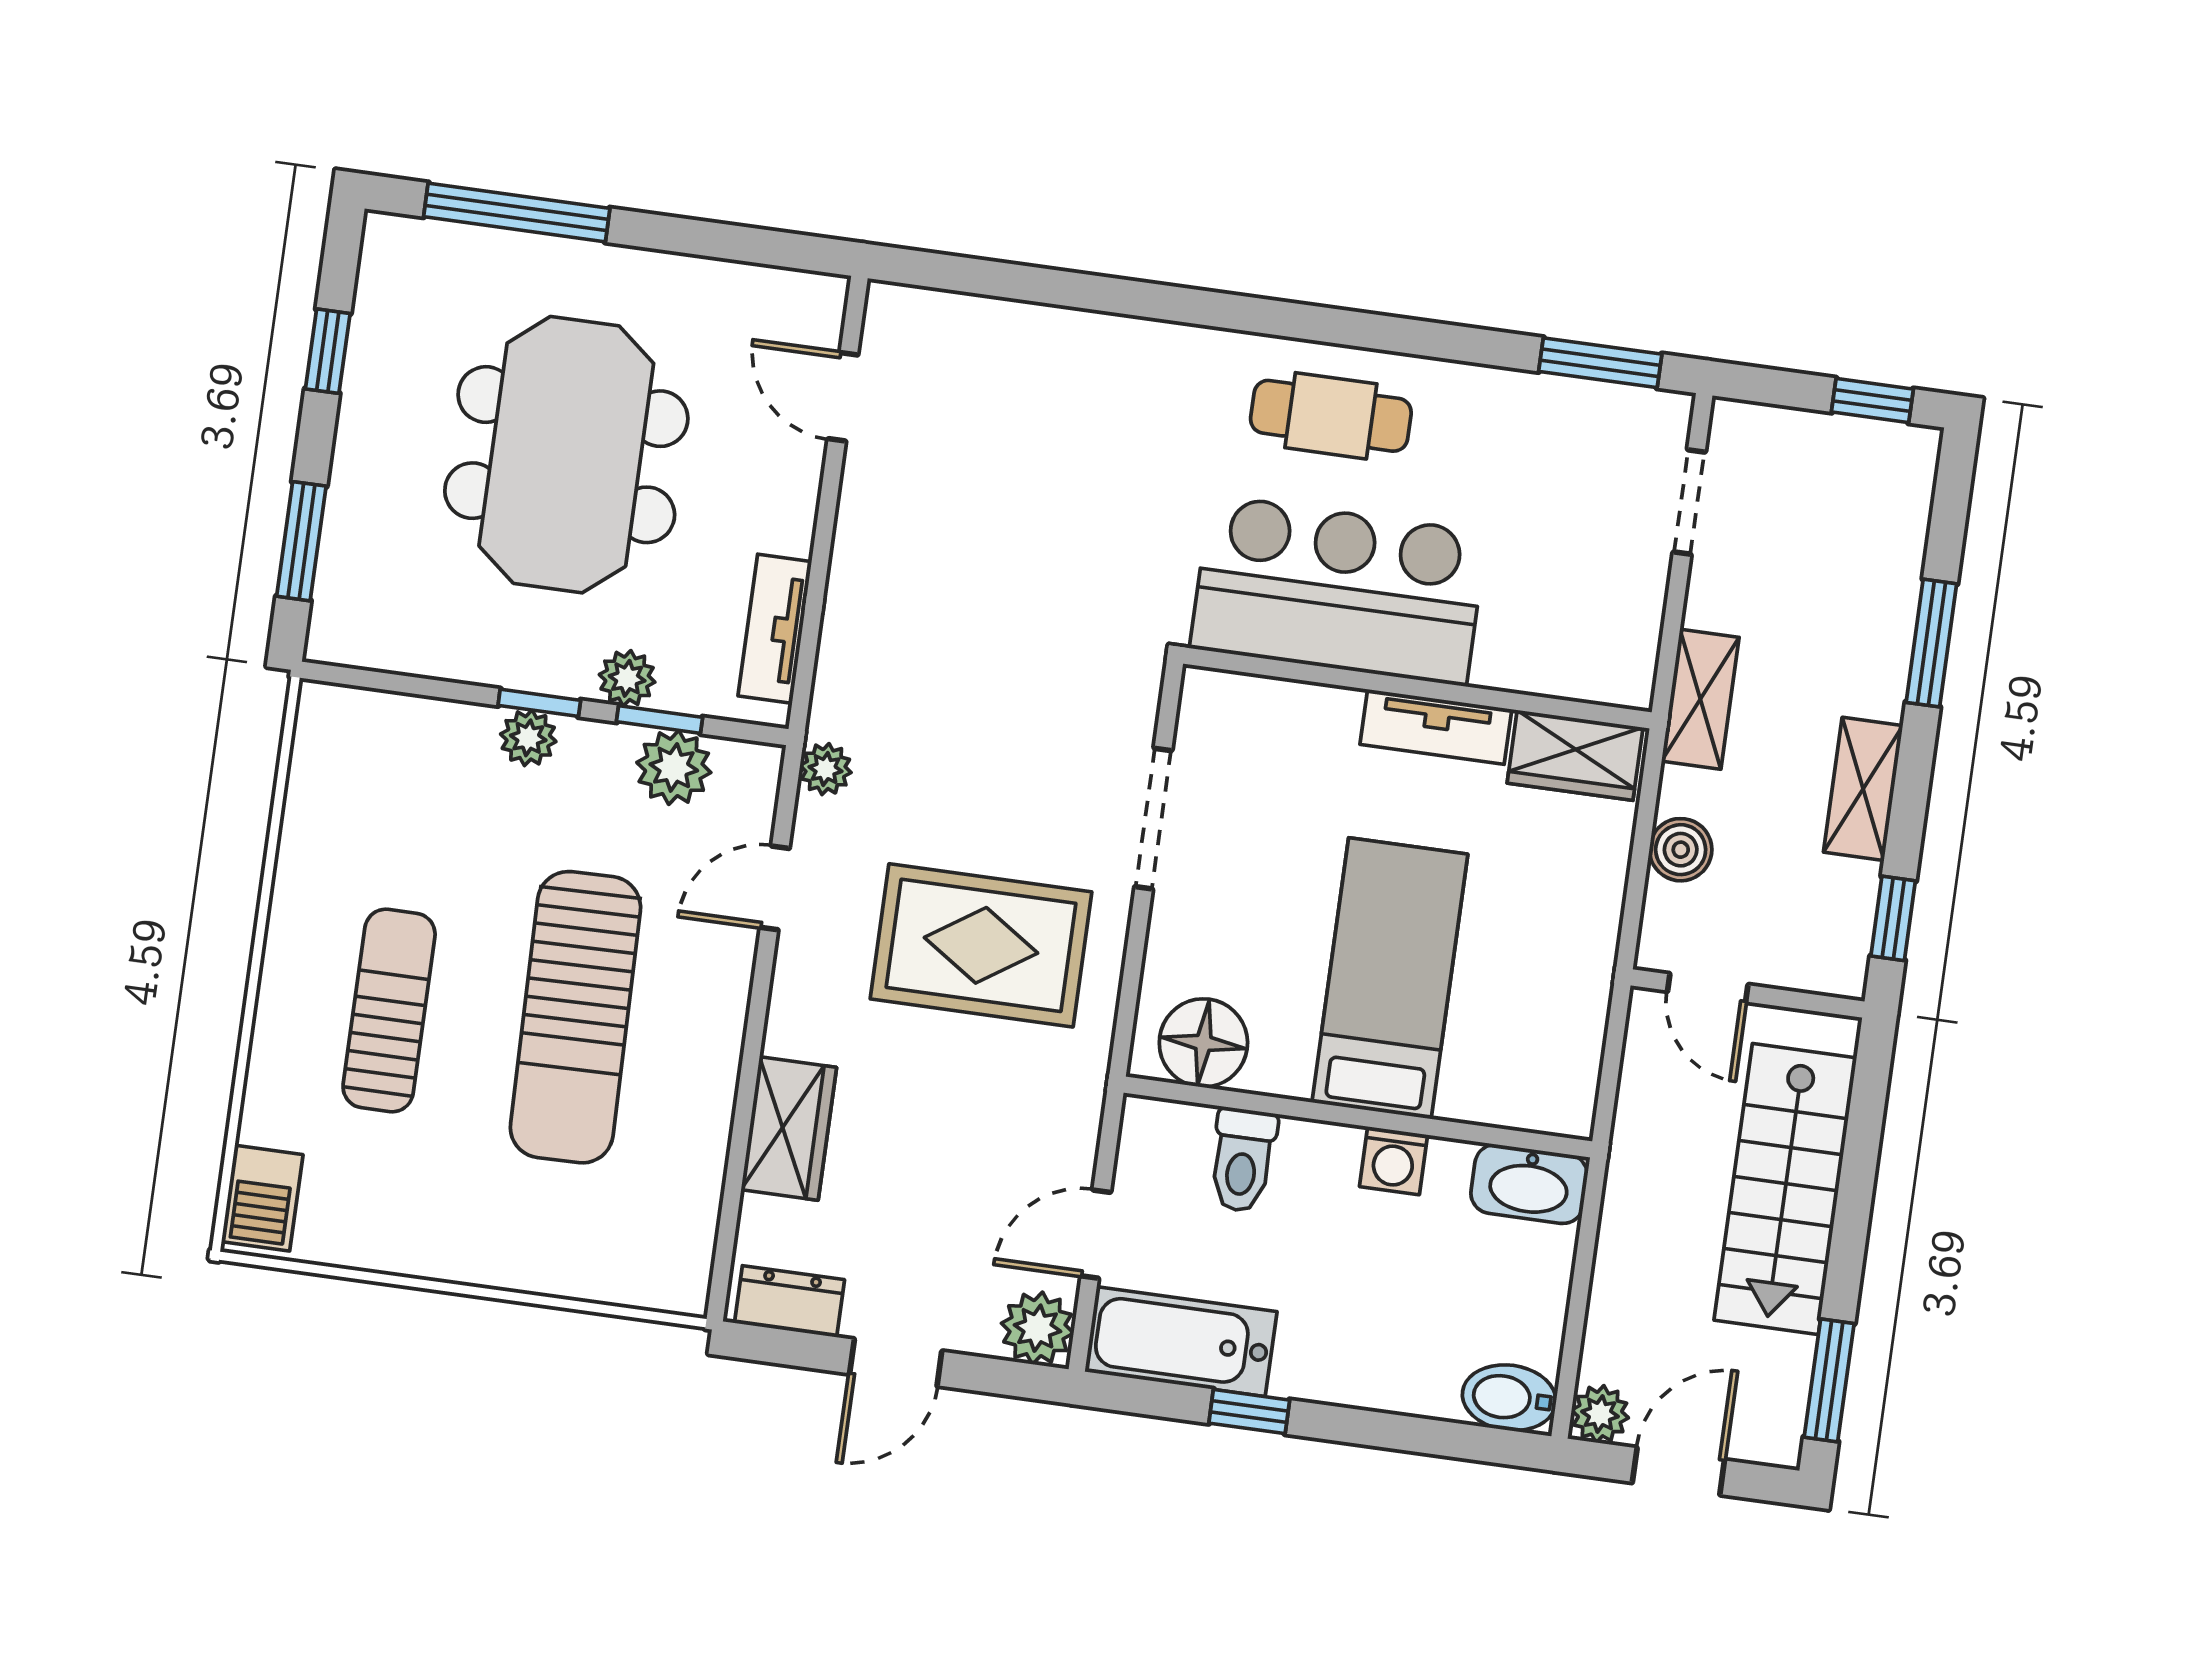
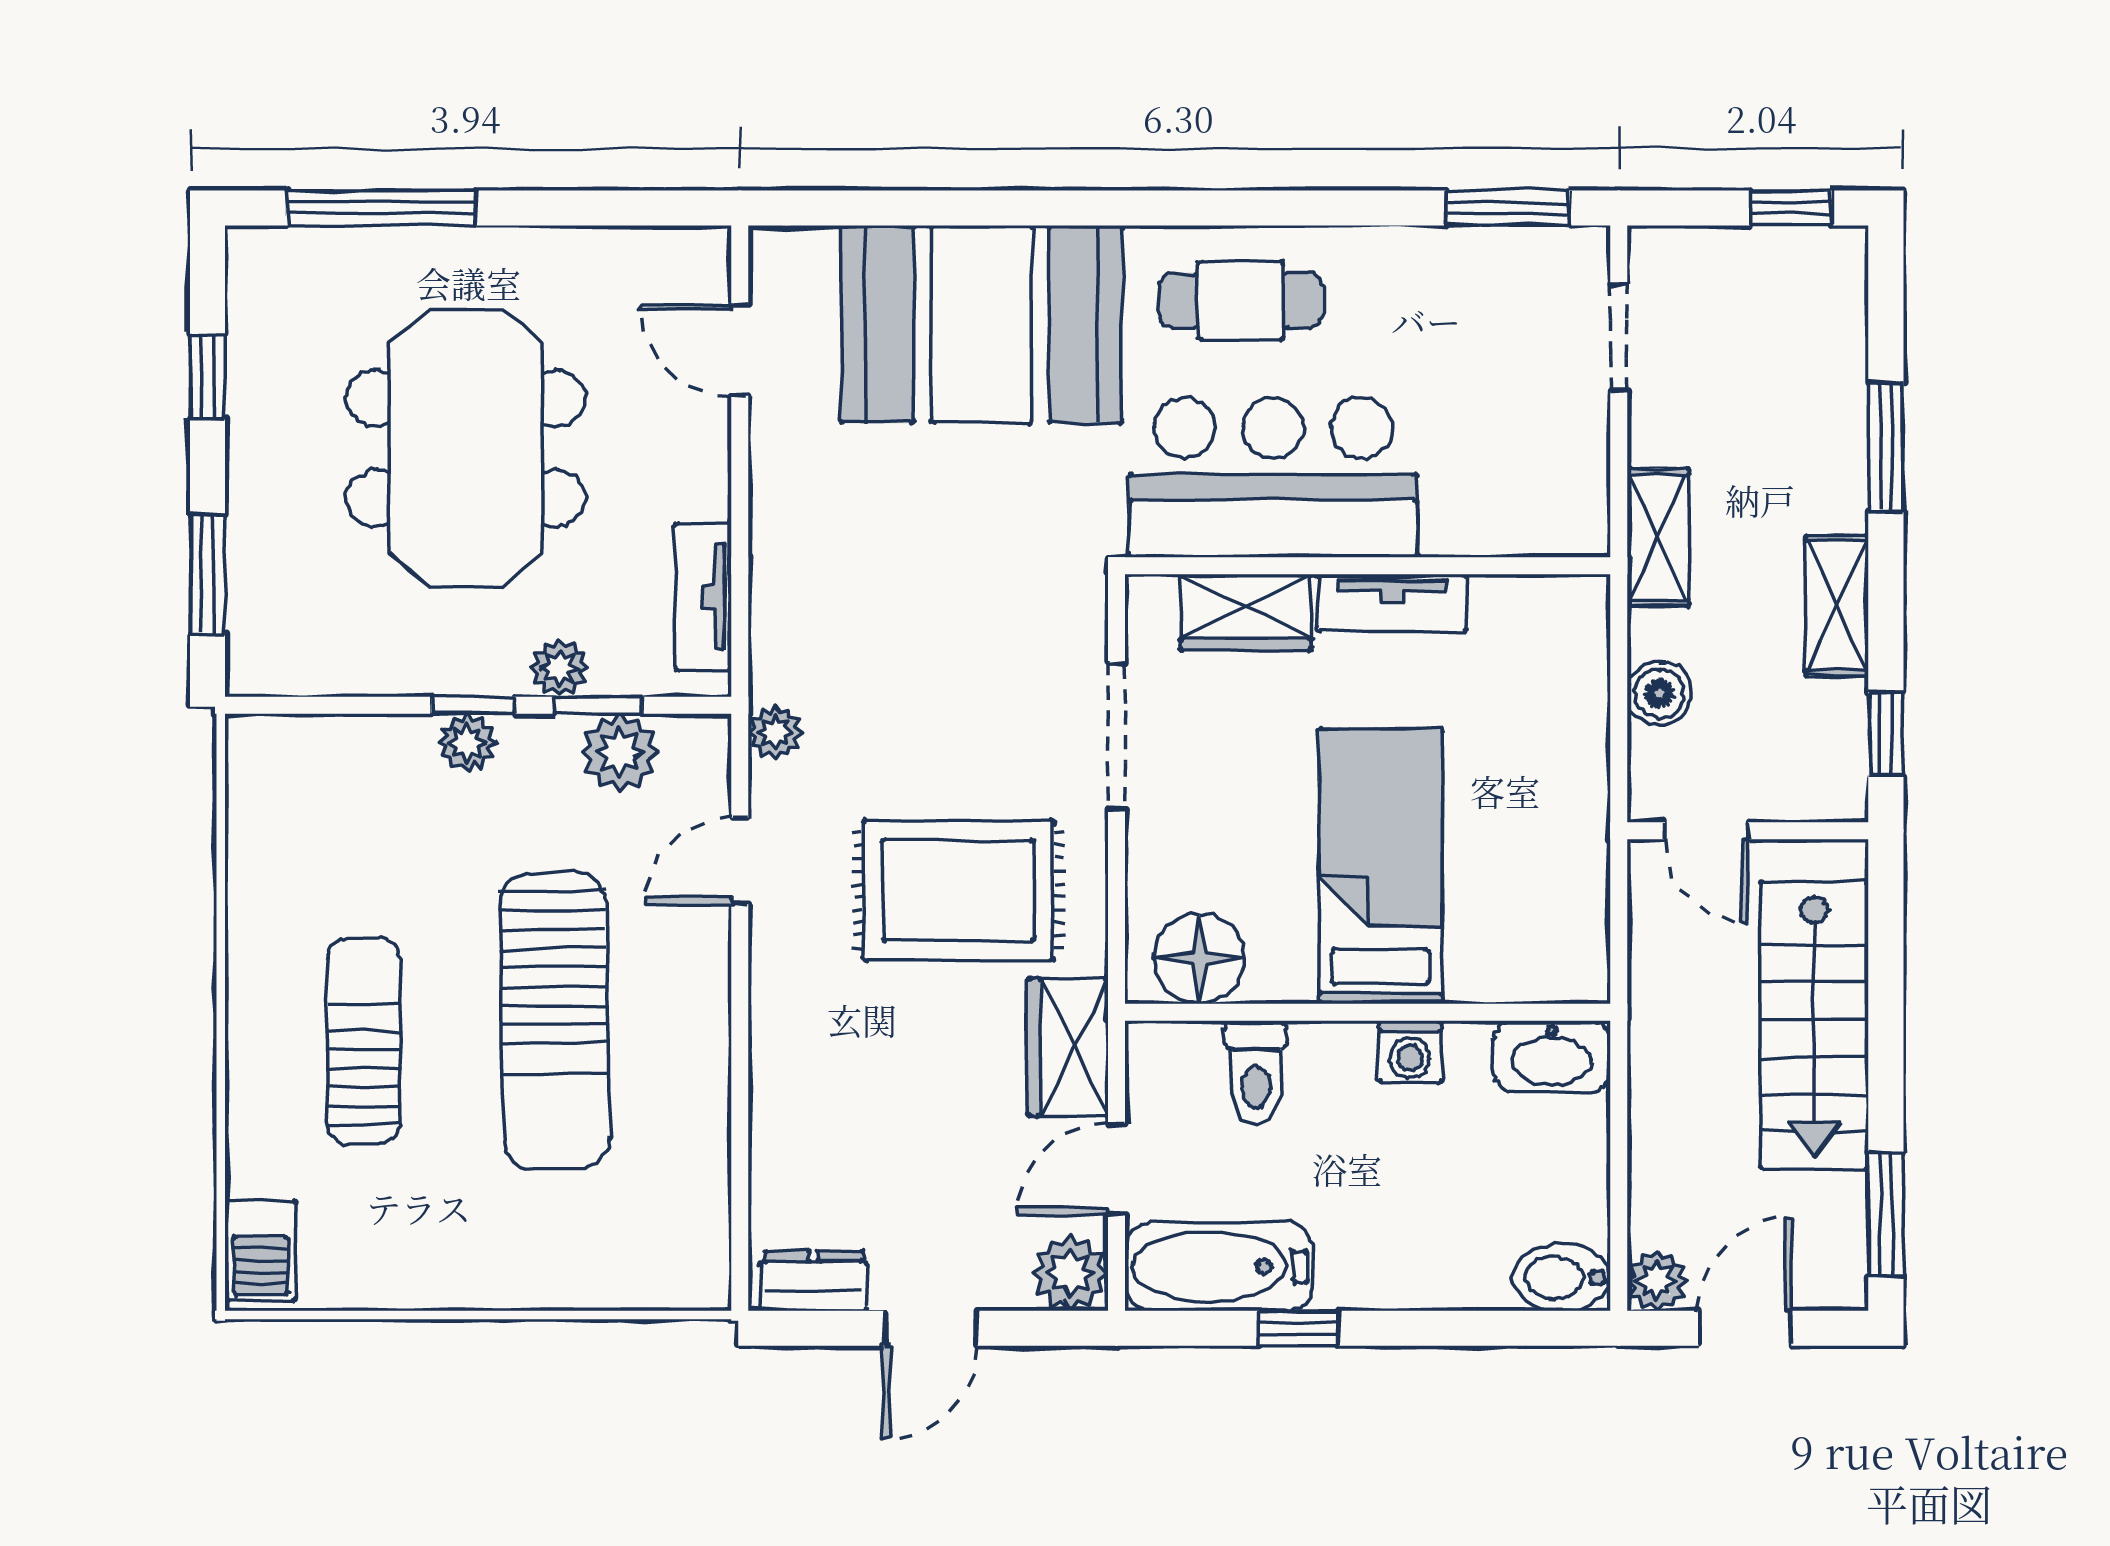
booth: (1079, 404) -> (981, 324), added
wardrobe: (1575, 755) -> (1246, 612), moved
wardrobe: (789, 1129) -> (1068, 1047), moved, turned 180

